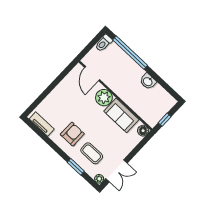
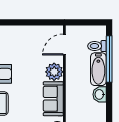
toilet: (104, 43) -> (97, 46), moved
bathtub: (130, 66) -> (98, 69), added

